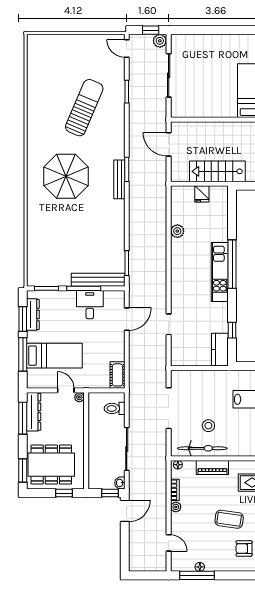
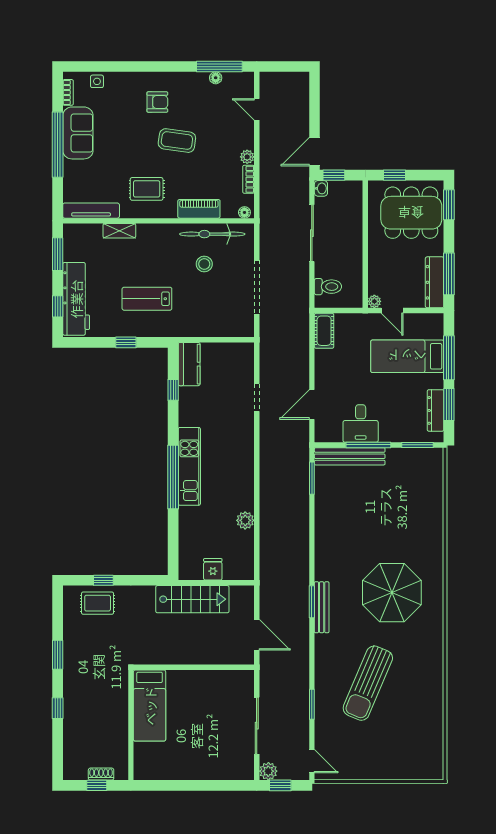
bench: (119, 179) -> (322, 607), moved

